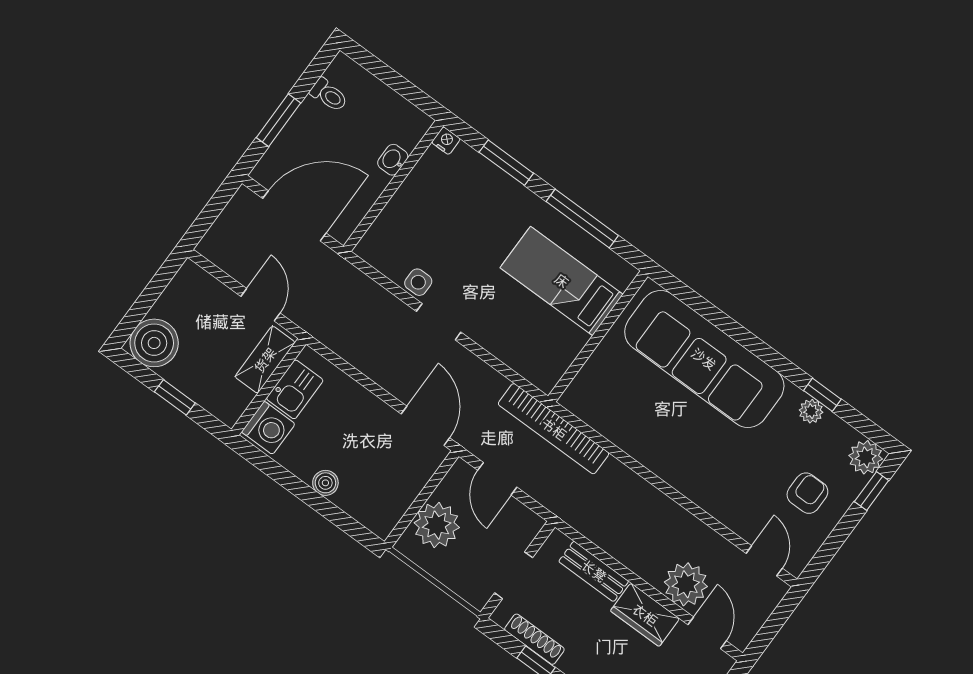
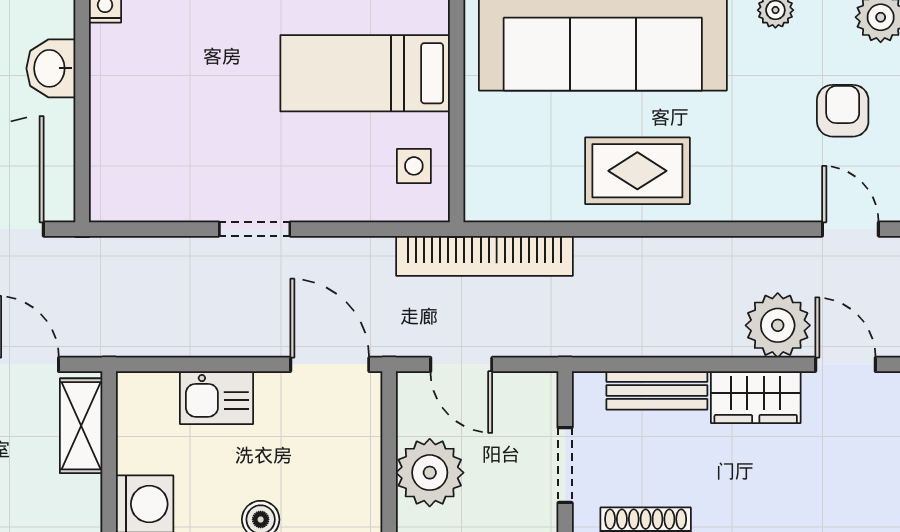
washbasin: (393, 160) -> (51, 68), width x1.38, depth x1.45
side table: (418, 282) -> (414, 166), moved
kitchen sink: (295, 389) -> (217, 398), moved, turned 90
rug: (671, 444) -> (637, 171), added

